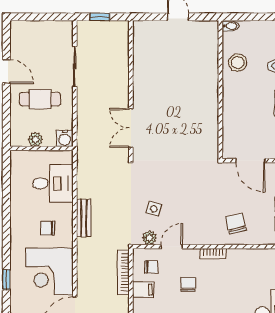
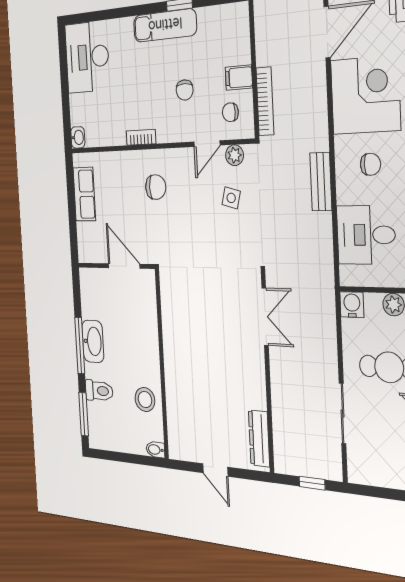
dresser: (140, 43) -> (259, 438), added
chair: (236, 224) -> (156, 187), moved, turned -77
bookcase: (213, 254) -> (141, 137), moved

